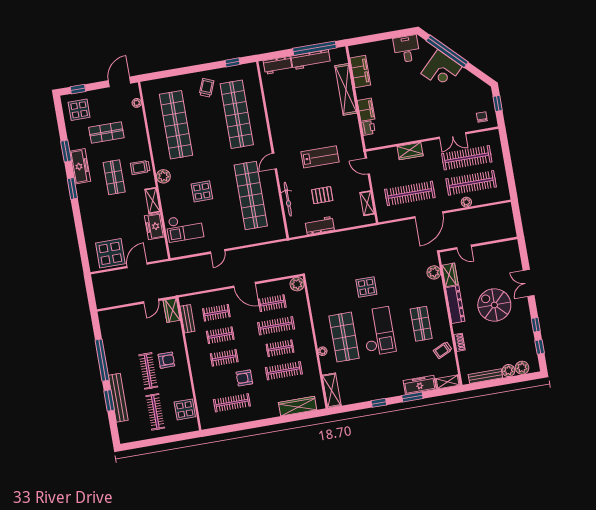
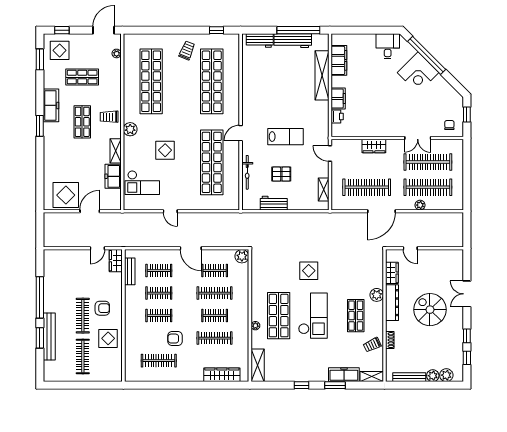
window: (66, 151) -> (40, 59), moved
door: (218, 251) -> (170, 211), hinge flipped
plant: (434, 272) -> (377, 295), moved
display table: (185, 409) -> (108, 338), moved

